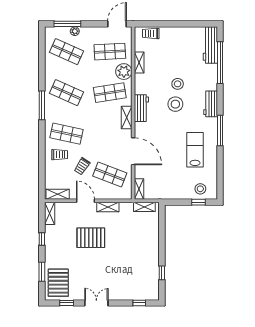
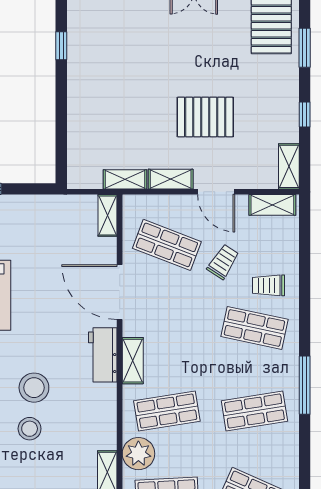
shop shelf: (67, 93) -> (254, 411), turned -33
workbench: (141, 108) -> (103, 355), moved
shelving: (144, 207) -> (125, 179), moved

